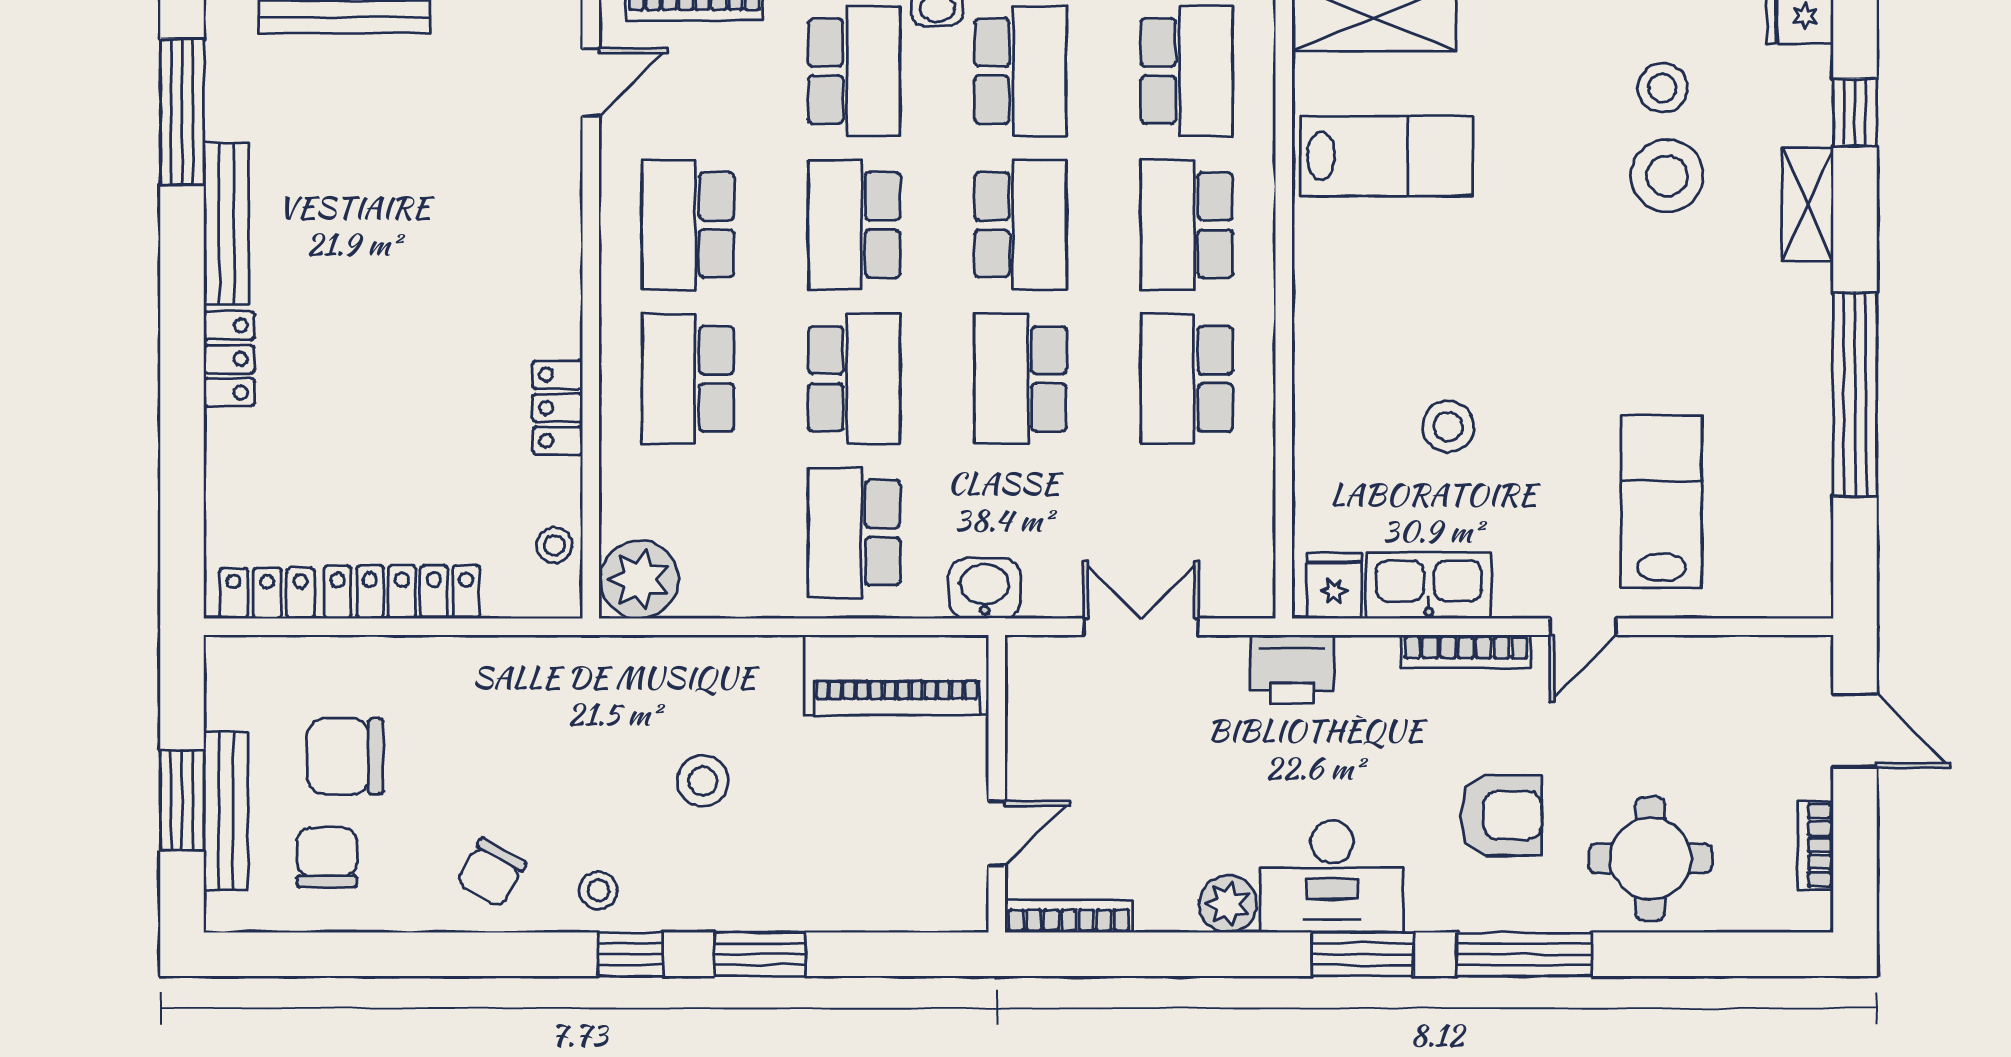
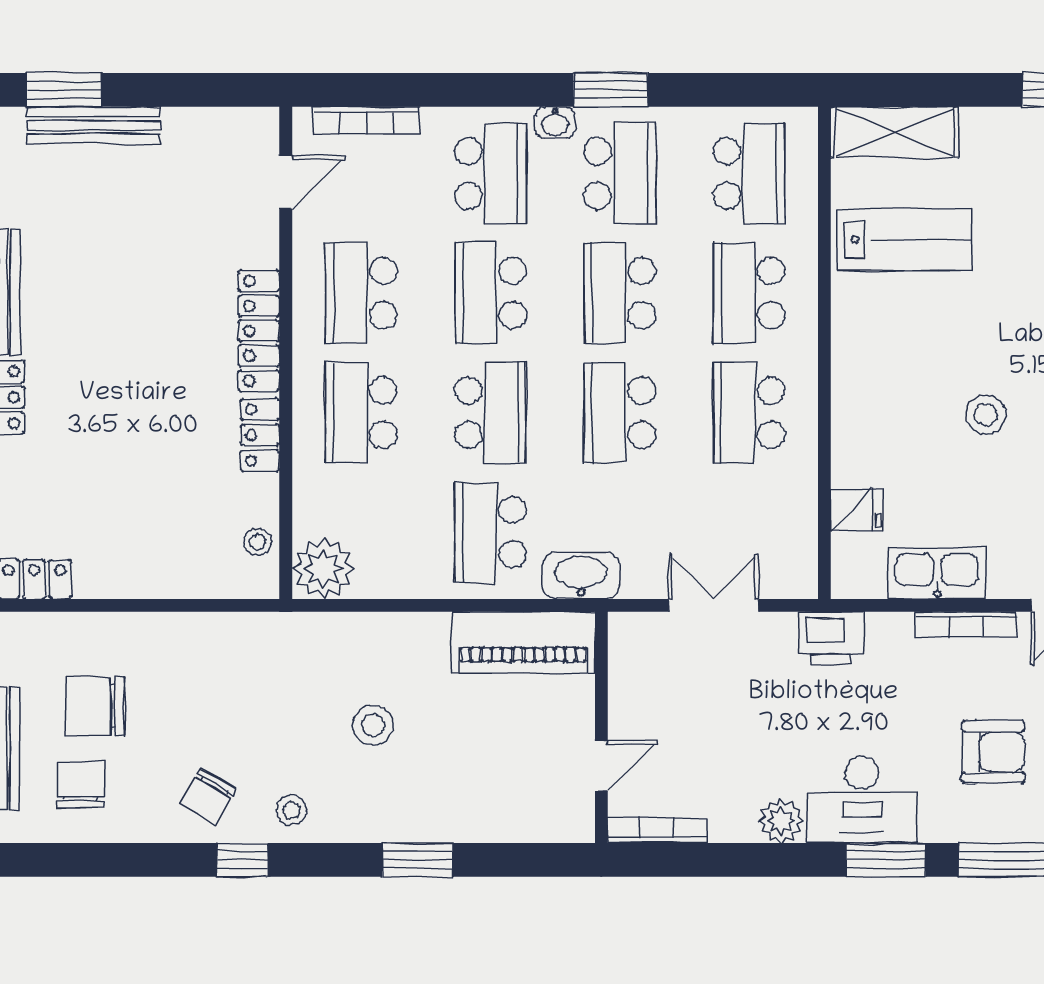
school desk: (1020, 225) -> (620, 293), turned 180
stool: (1448, 427) -> (986, 415), moved
fridge: (1334, 586) -> (856, 510), moved, turned 90
washbasin: (985, 588) -> (581, 575), width x1.38
locker: (402, 592) -> (259, 331), moved, turned -90
window: (630, 954) -> (242, 860), moved

